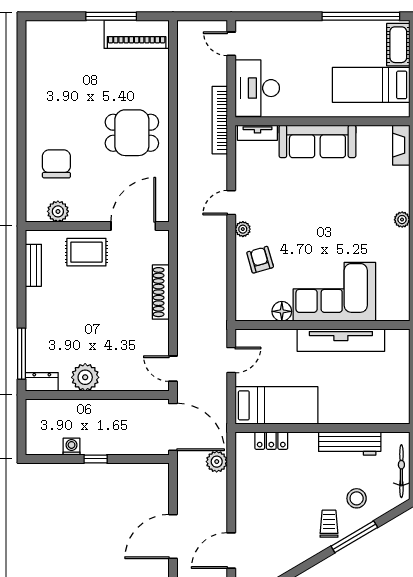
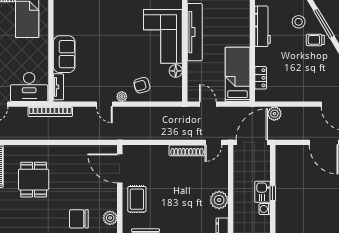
dining table: (132, 133) -> (34, 180), moved
sofa: (317, 141) -> (64, 54), width x0.73
shoe rack: (161, 292) -> (187, 150), moved
kitchen sink: (98, 443) -> (262, 192), added

